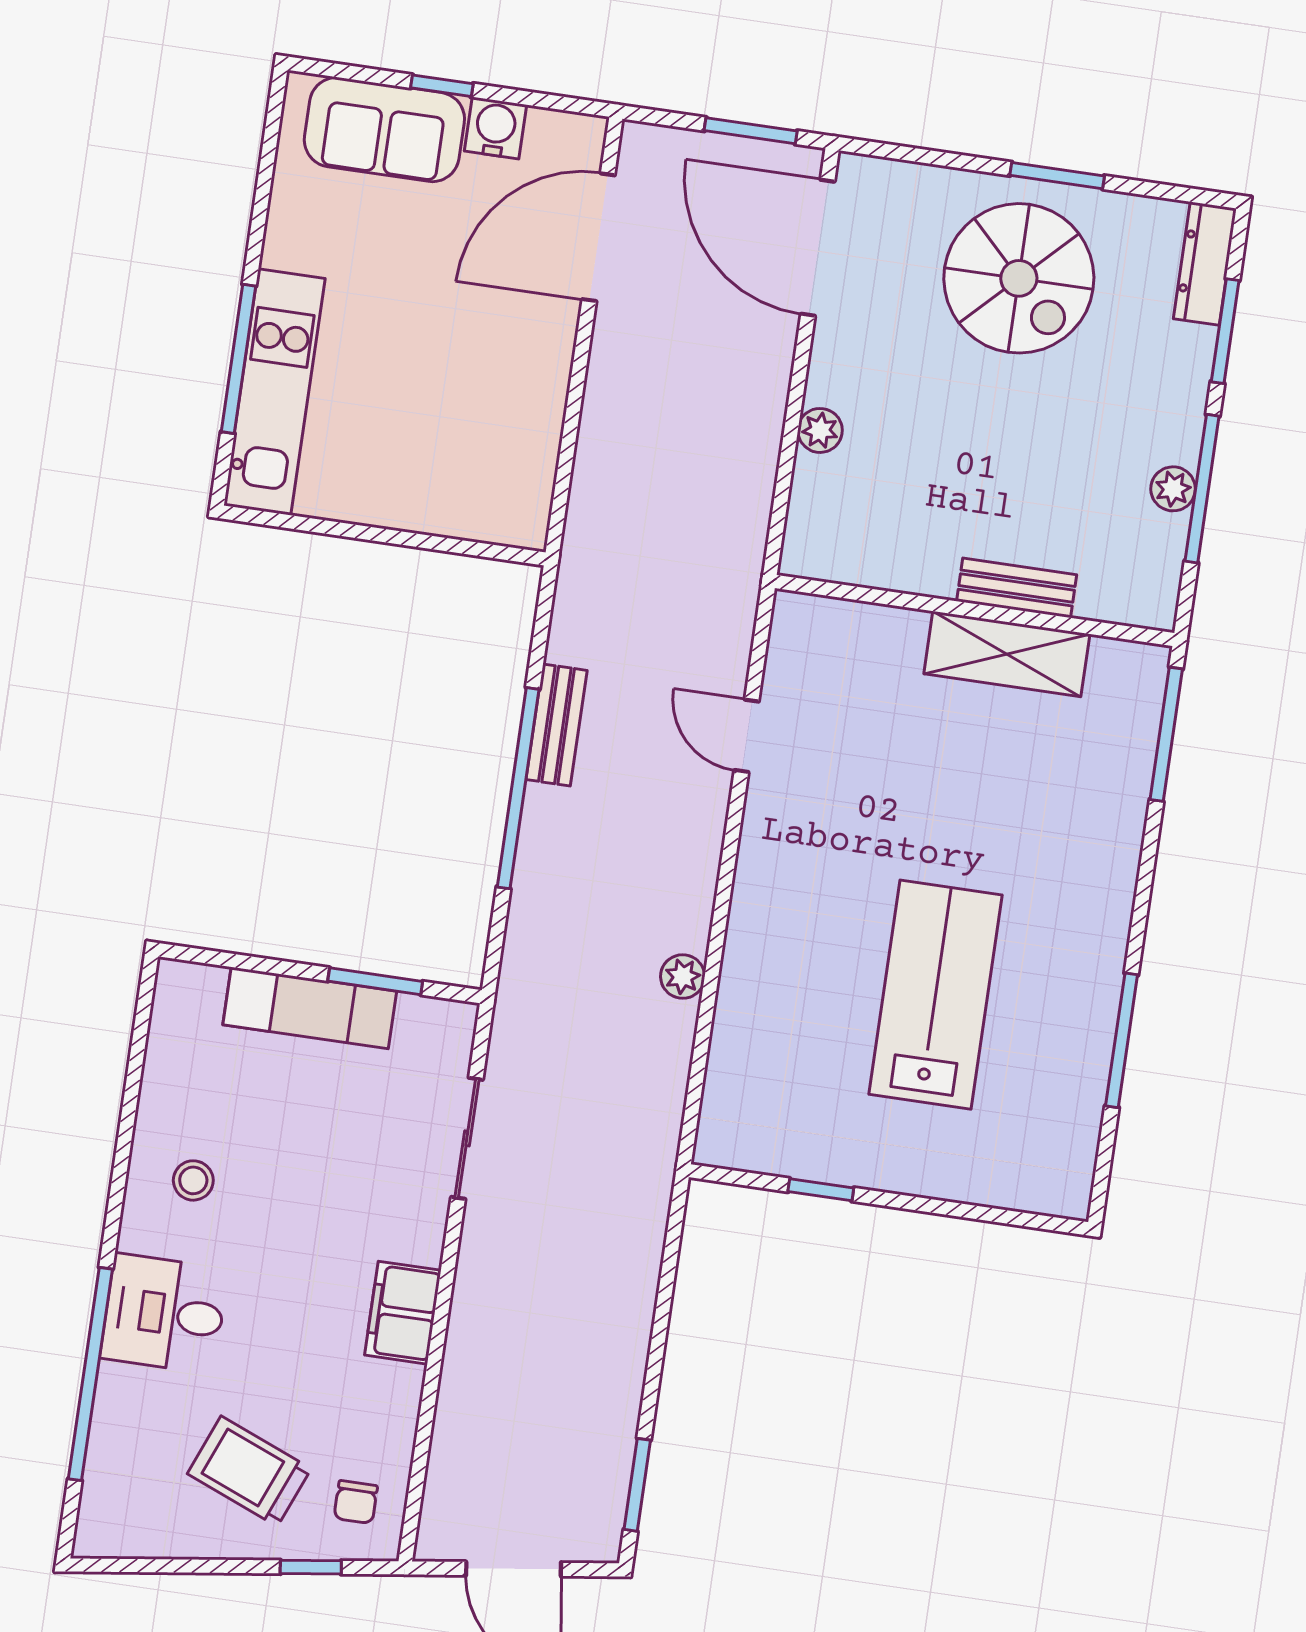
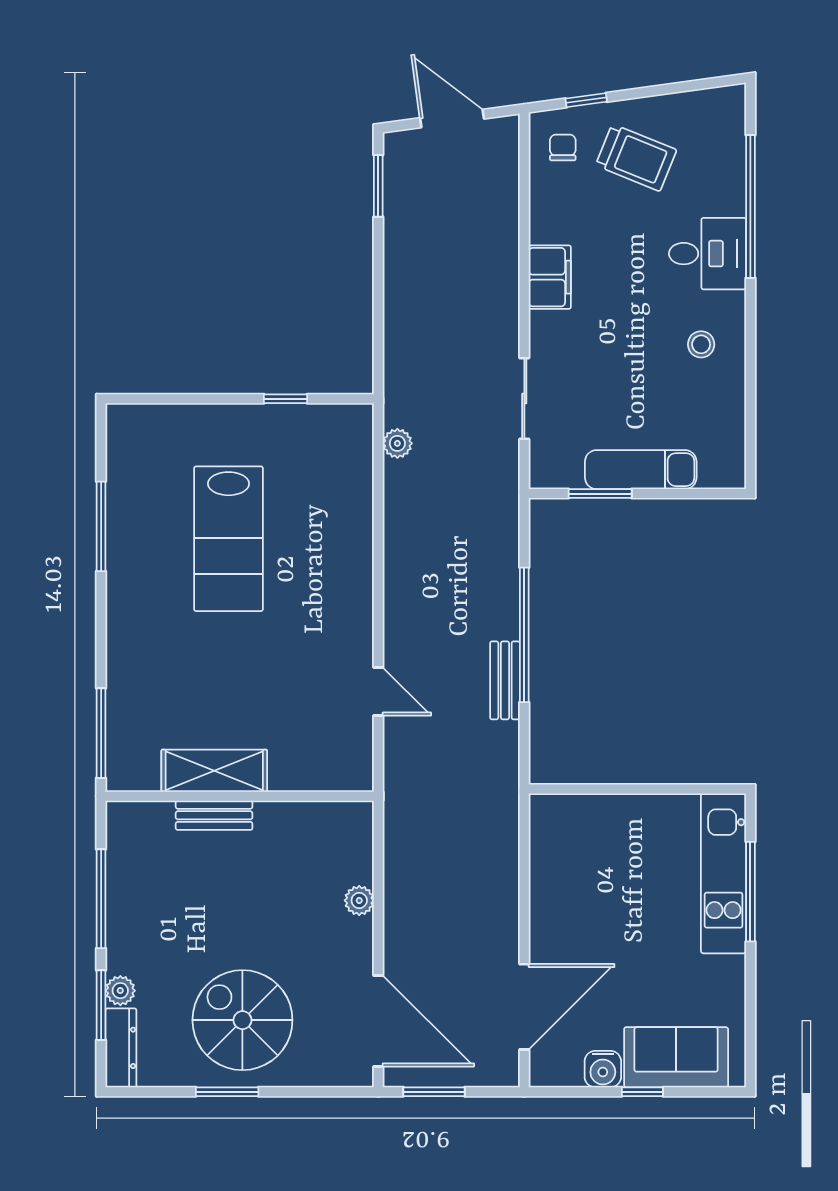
plant: (1173, 489) -> (120, 991), moved
plant: (683, 977) -> (397, 443), moved

